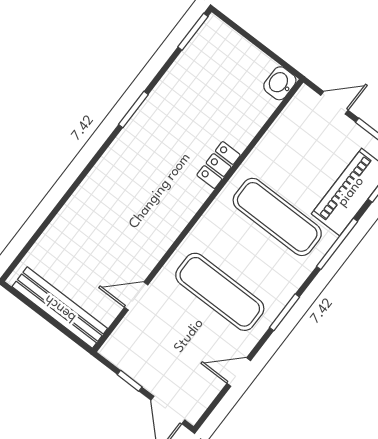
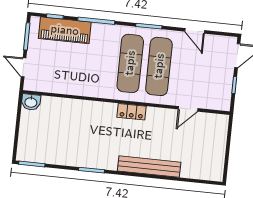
locker: (219, 165) -> (132, 112), moved
exercise mat: (277, 217) -> (130, 63), moved
door: (136, 296) -> (188, 109), hinge flipped
bench: (60, 308) -> (149, 167), moved, turned 90

